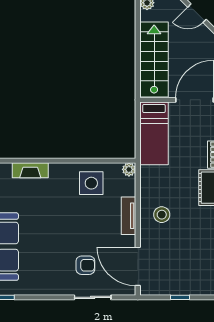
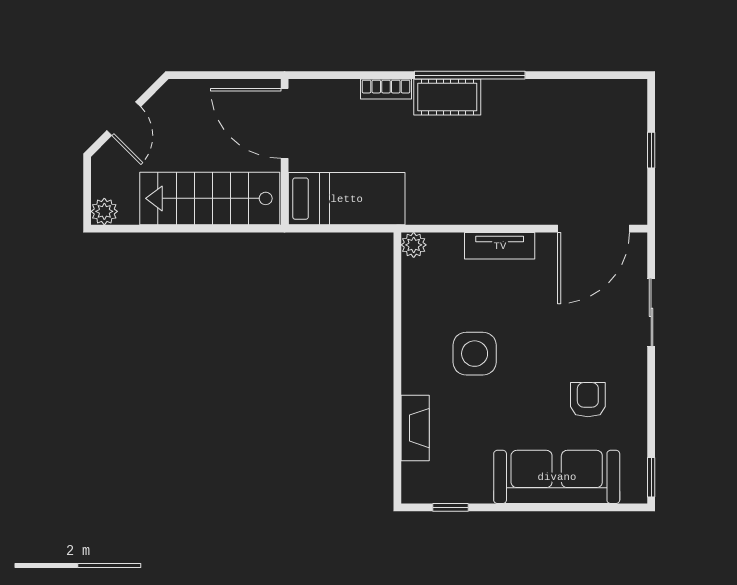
side table: (91, 183) -> (475, 354), moved
stool: (162, 215) -> (497, 184), removed
armchair: (85, 265) -> (588, 400), moved

